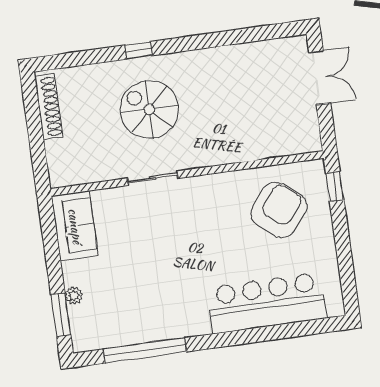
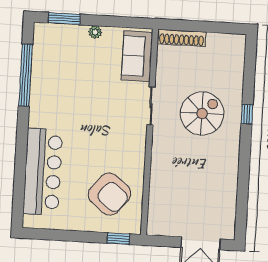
shoe rack: (49, 107) -> (182, 38), moved
sofa: (75, 226) -> (137, 56), moved, turned 90
plant: (74, 296) -> (95, 32), moved

